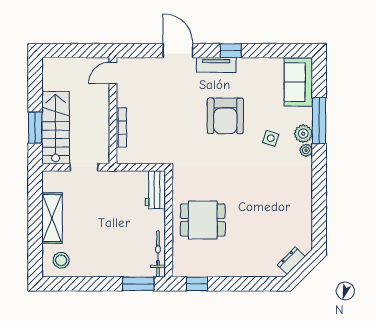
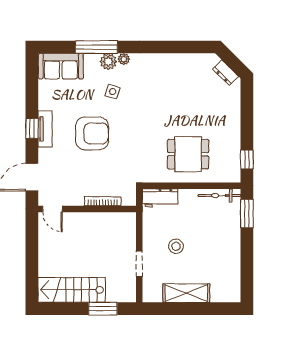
tv unit: (216, 65) -> (45, 129), moved
door: (113, 73) -> (53, 209), moved
wall: (113, 111) -> (87, 209), moved
bookcase: (121, 127) -> (103, 201), moved
stairs: (56, 128) -> (72, 290), moved
dining table: (203, 220) -> (188, 154), turned 90
stool: (61, 260) -> (176, 246), moved

